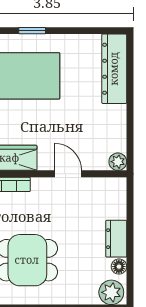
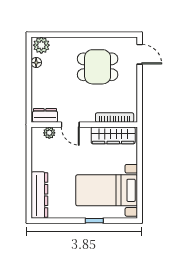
plant: (118, 162) -> (49, 133), moved
dresser: (116, 239) -> (45, 115), moved, turned -90

